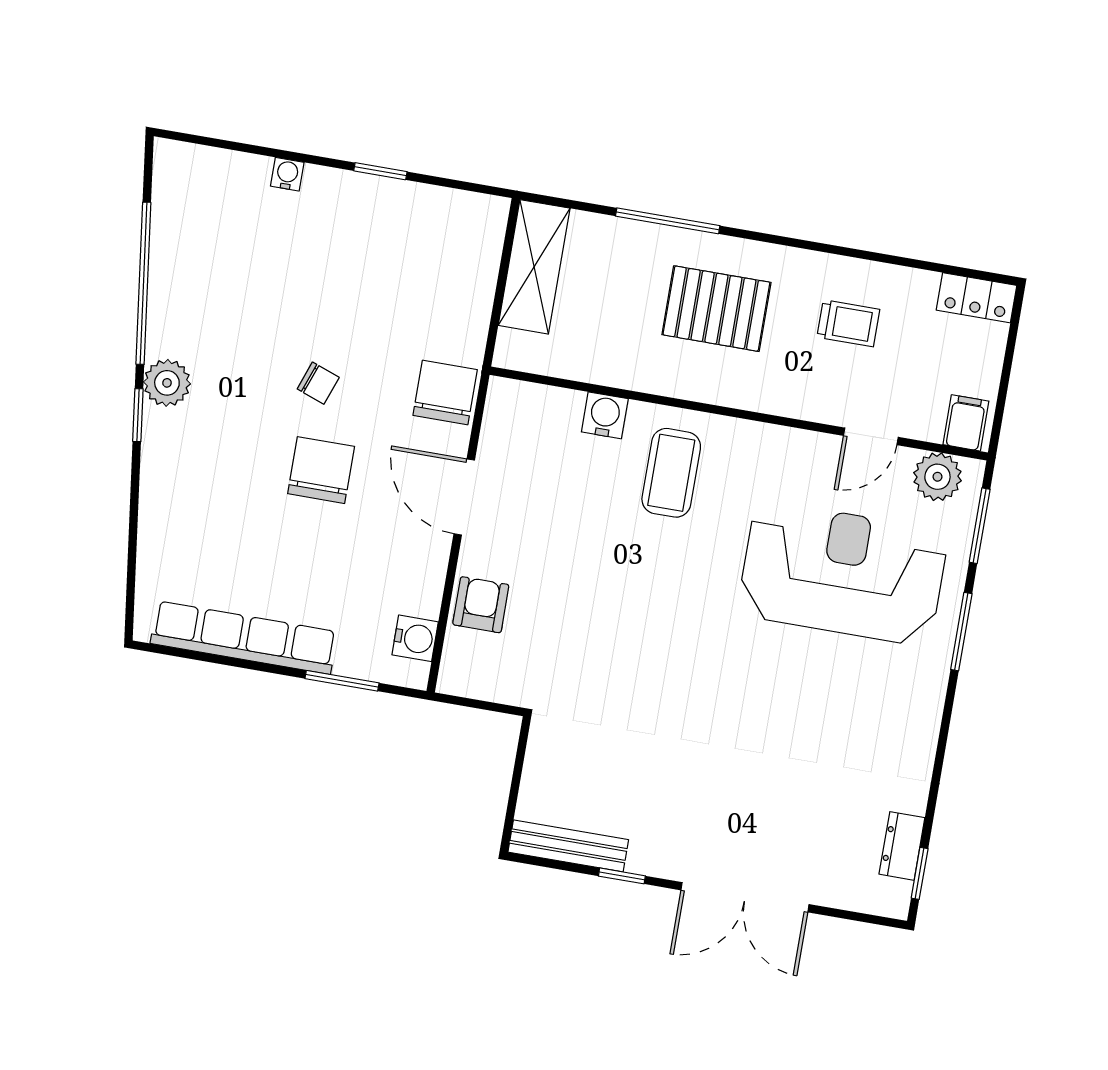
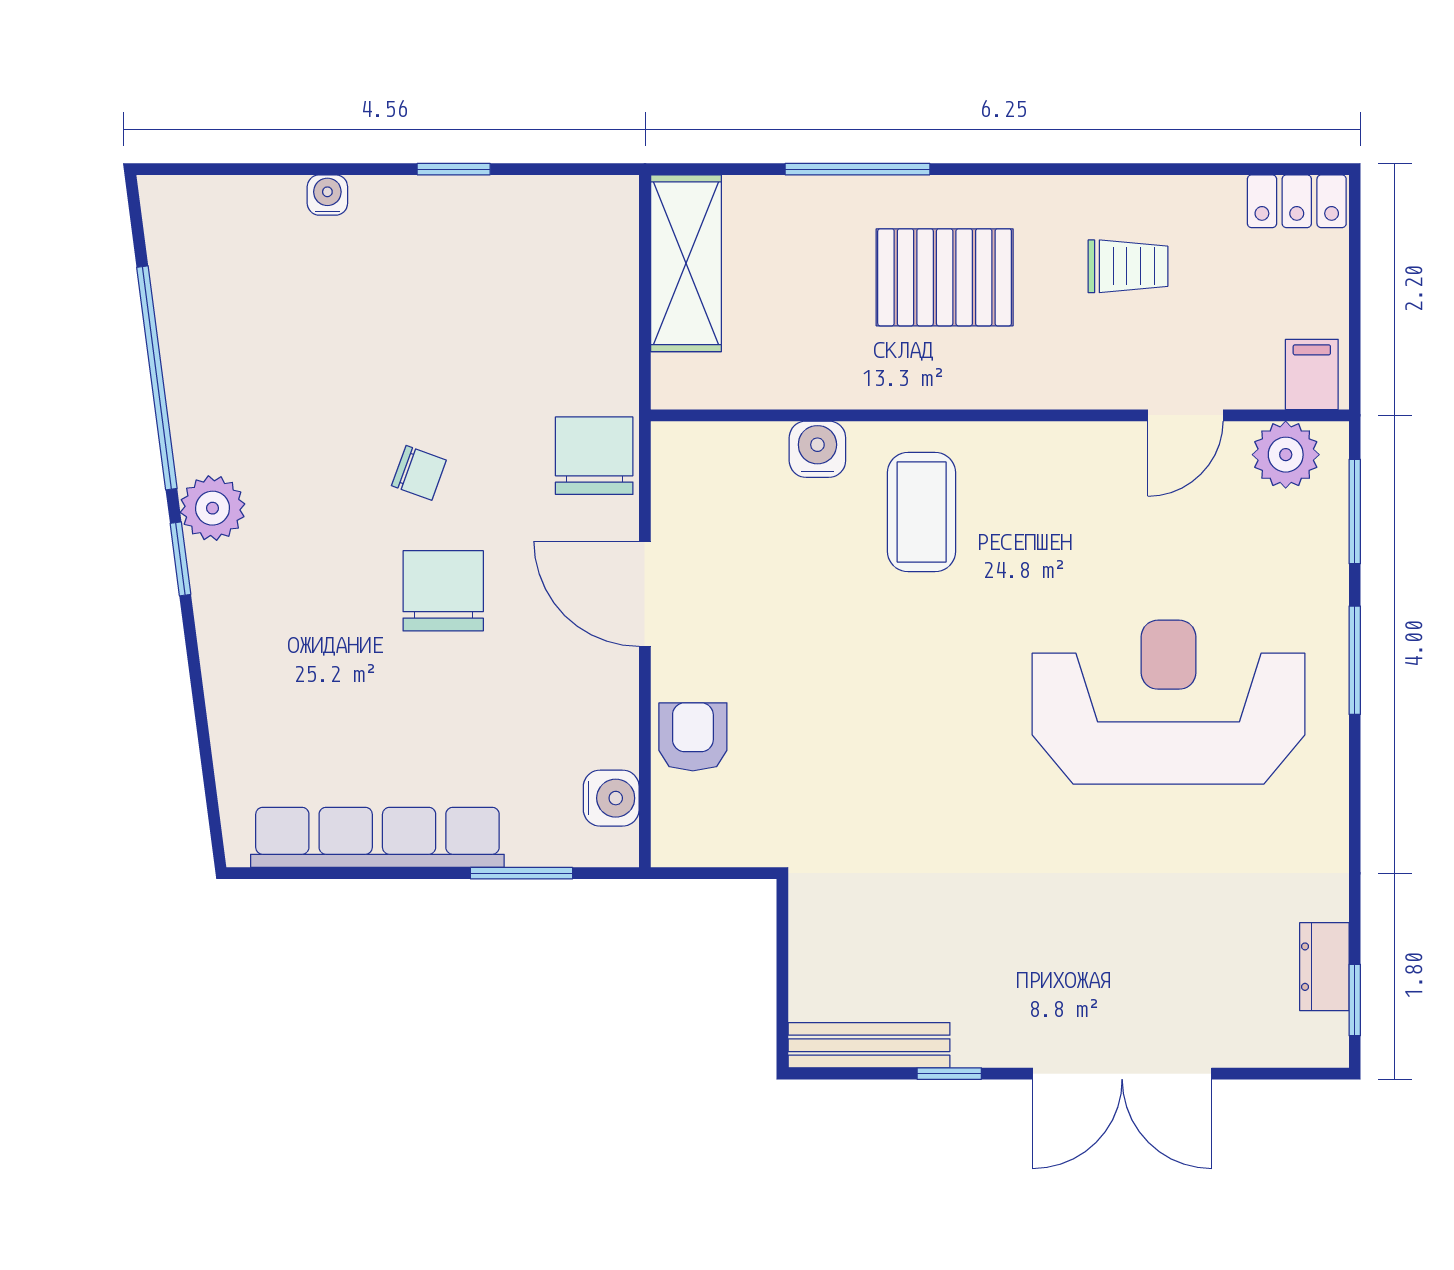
reception desk: (843, 573) -> (1168, 702), moved

